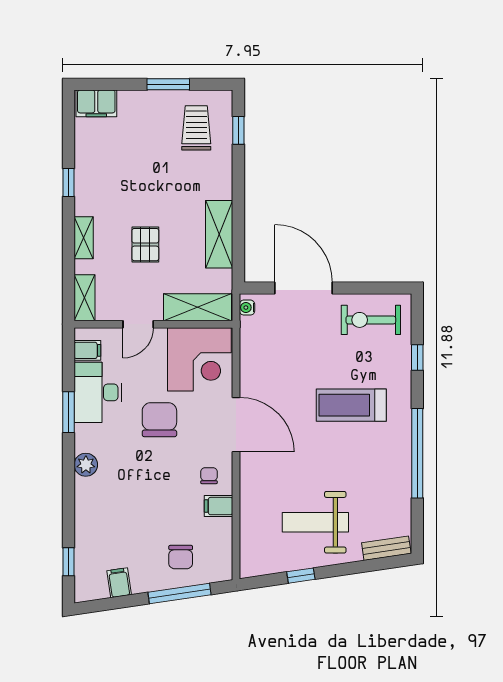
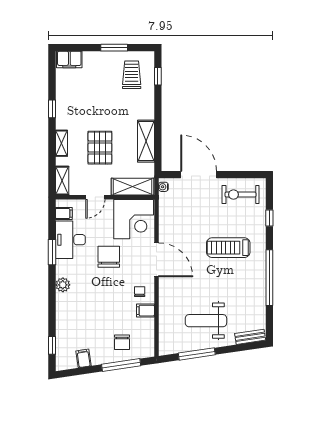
pallet: (145, 245) -> (100, 148), width x1.50, depth x1.42
window: (301, 576) -> (197, 354), width x2.17

